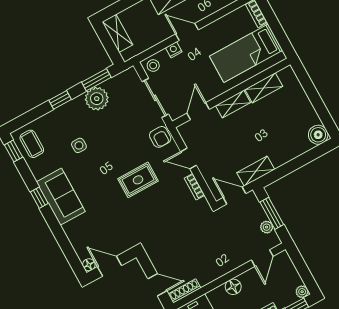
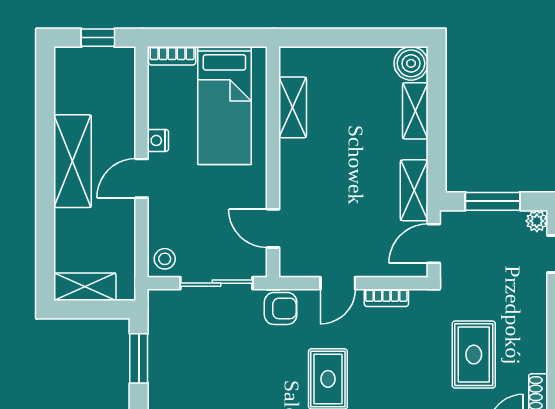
nightstand: (174, 50) -> (158, 140), moved
plant: (97, 99) -> (168, 374), removed
shelving: (233, 104) -> (415, 111), moved
plant: (267, 227) -> (537, 221), moved
rug: (190, 246) -> (474, 355), added

